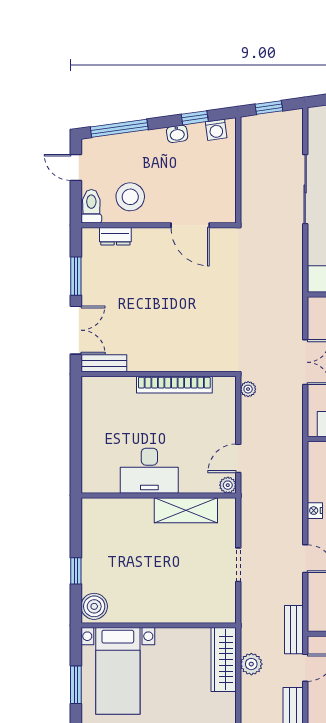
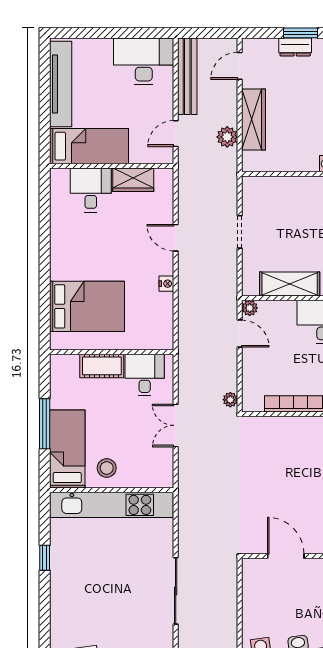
door: (238, 458) -> (240, 334), hinge flipped
bench: (294, 630) -> (187, 170), removed
wardrobe: (224, 660) -> (254, 119), moved

